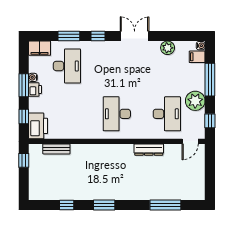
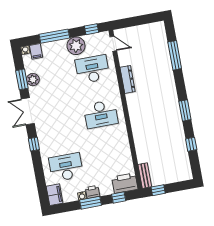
window: (69, 36) -> (22, 79), moved
bench: (56, 149) -> (145, 176), moved

